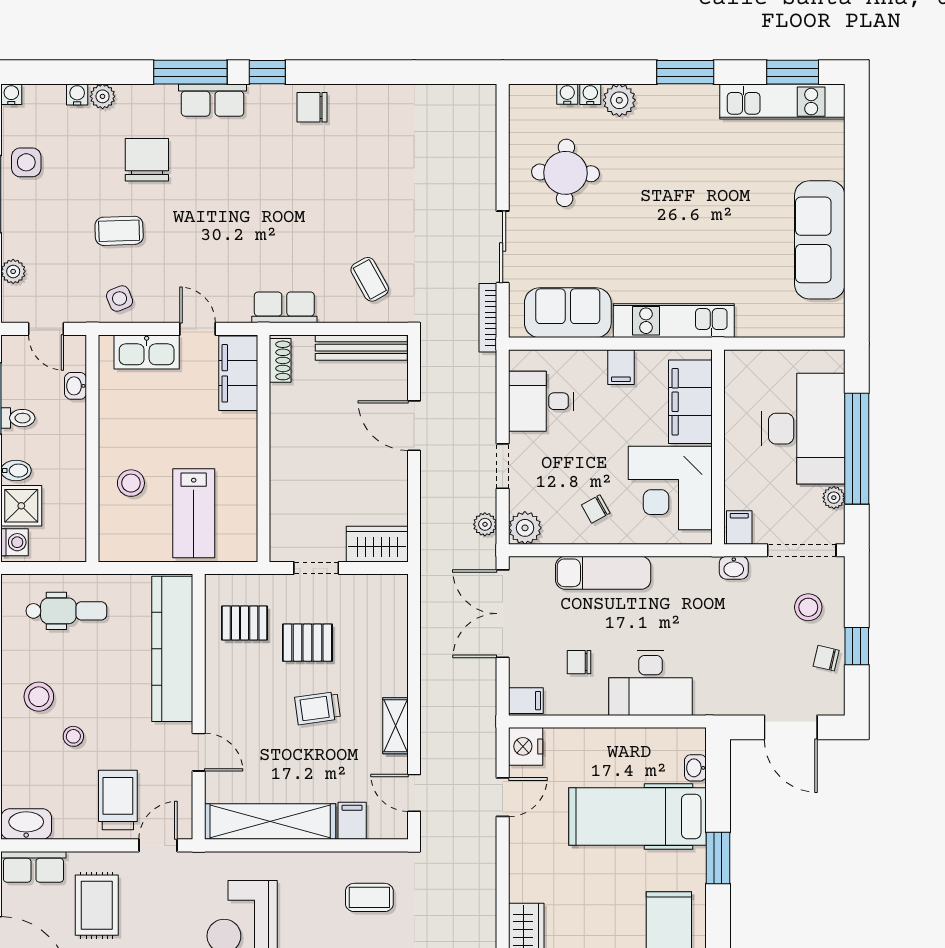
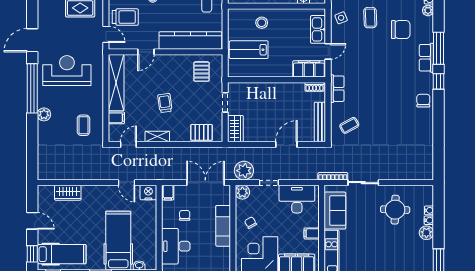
desk: (541, 401) -> (297, 199), width x1.37
plant: (485, 524) -> (244, 171), width x1.87, depth x1.87
pallet: (307, 643) -> (202, 132), moved, turned 90

